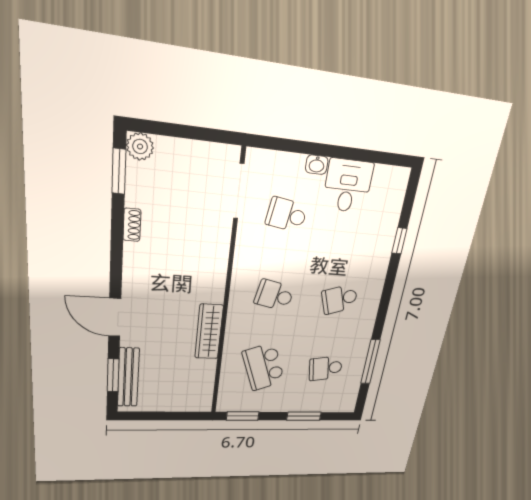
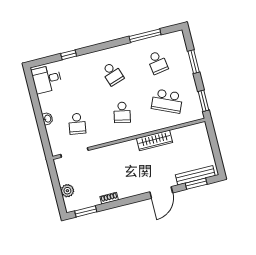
plant: (140, 147) -> (67, 191), moved
desk: (348, 186) -> (47, 79), moved
school desk: (263, 367) -> (167, 101), turned 45

